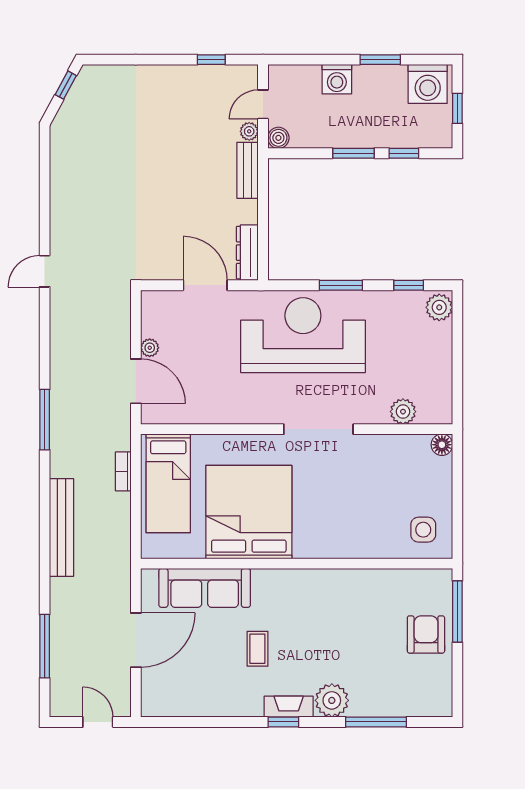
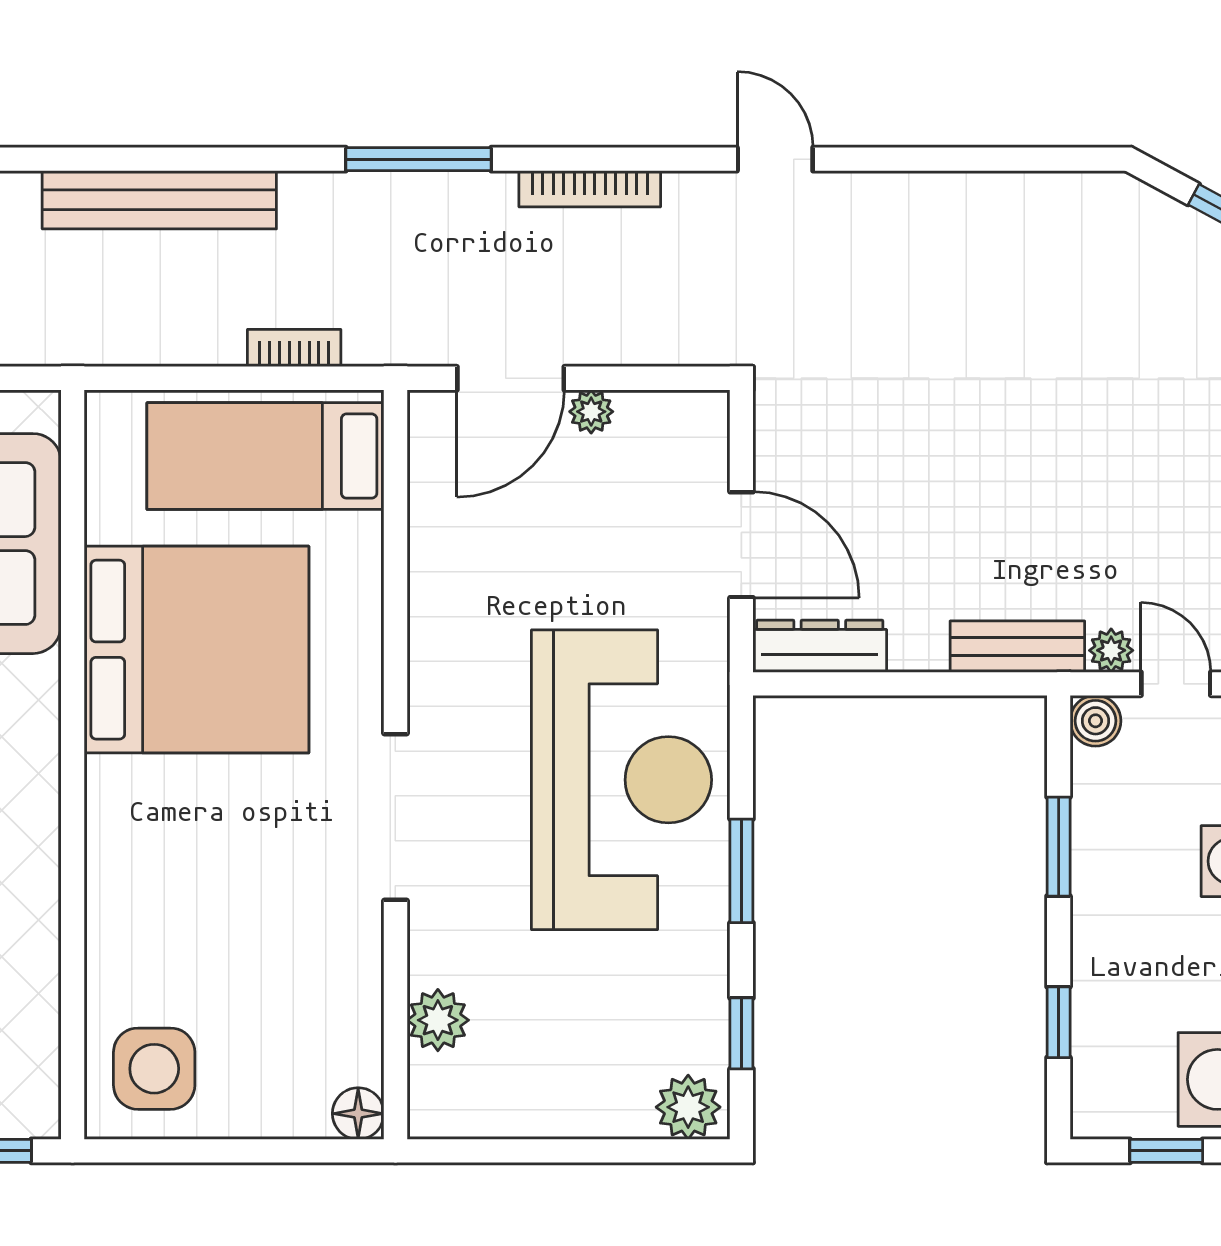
window: (353, 153) -> (1059, 847), moved
door: (205, 285) -> (741, 545), hinge flipped
bookcase: (57, 348) -> (590, 189), added
side table: (423, 530) -> (154, 1069), width x1.37, depth x1.37

